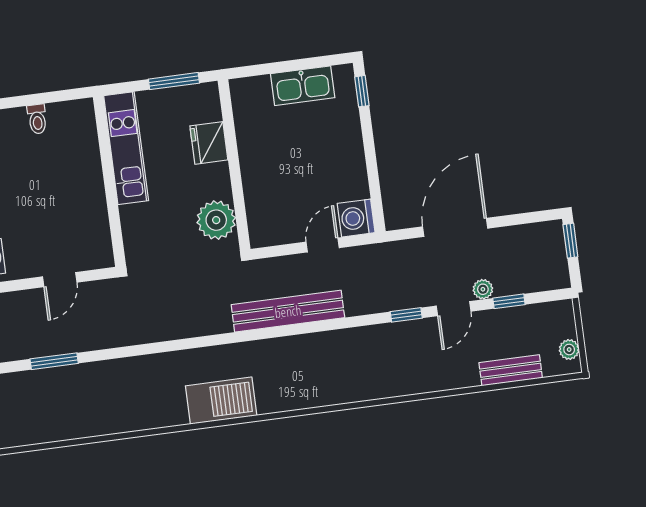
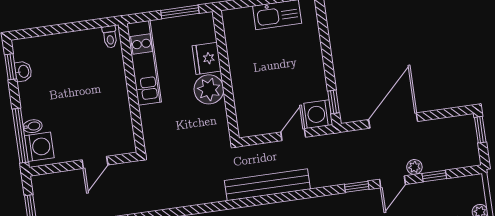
window: (362, 91) -> (334, 102), moved
toilet: (37, 119) -> (110, 37), moved
plant: (216, 220) -> (209, 89), moved

